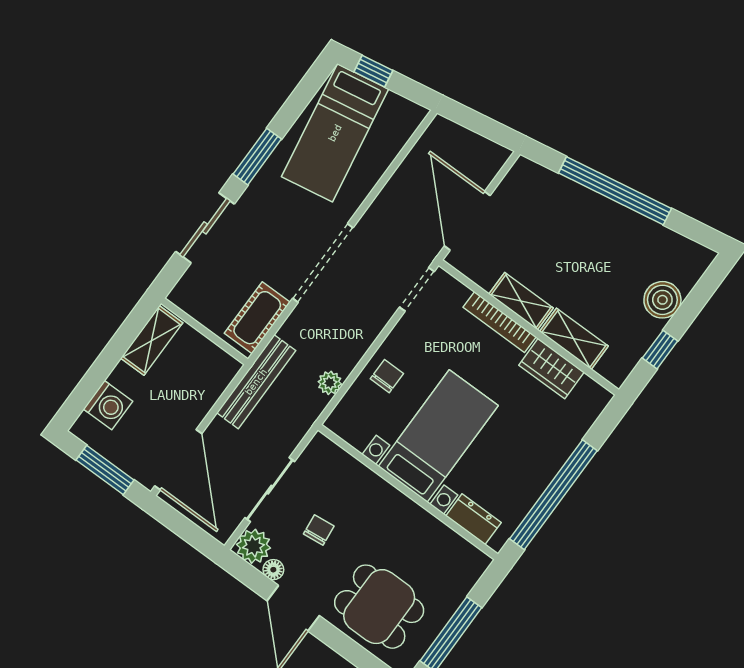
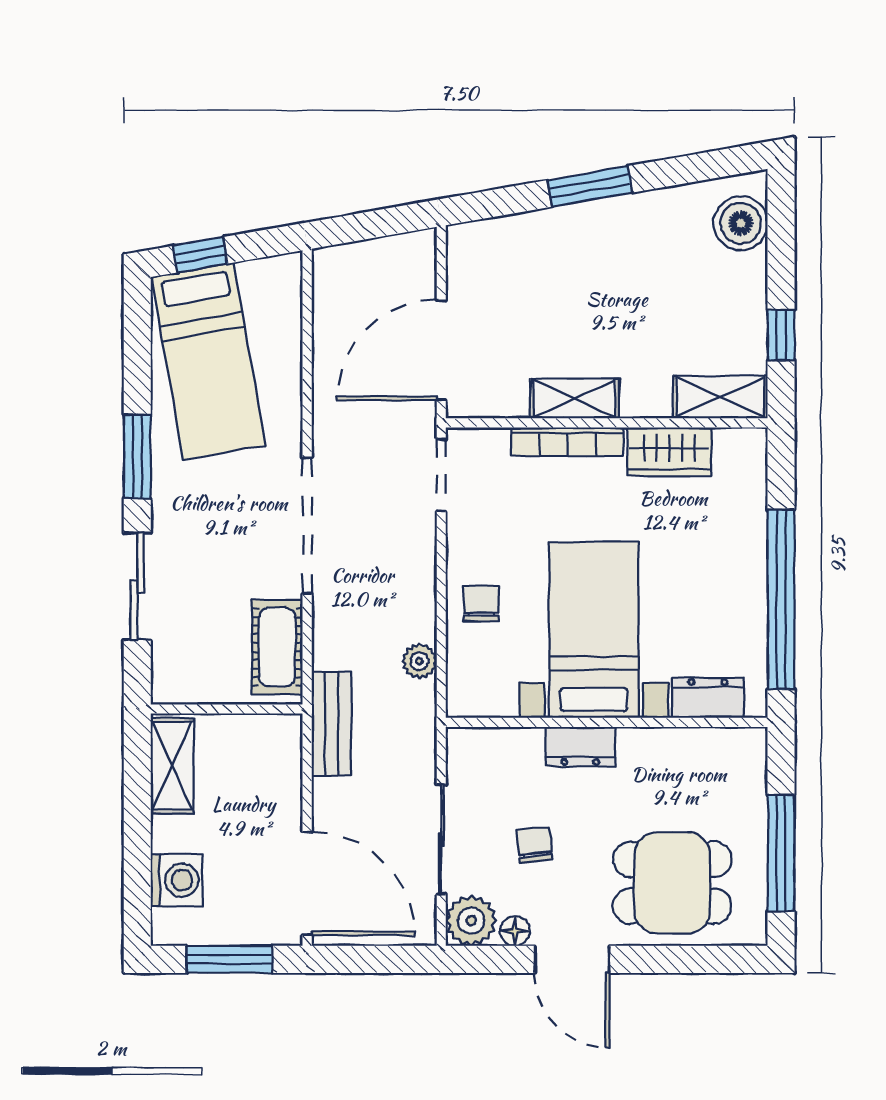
window: (615, 191) -> (590, 186), width x0.47
door: (467, 221) -> (441, 350), hinge flipped
boiler: (662, 300) -> (741, 223), moved
shelving: (574, 339) -> (720, 397), moved
bench: (256, 382) -> (332, 724), width x0.73
dresser: (384, 495) -> (580, 747), added

